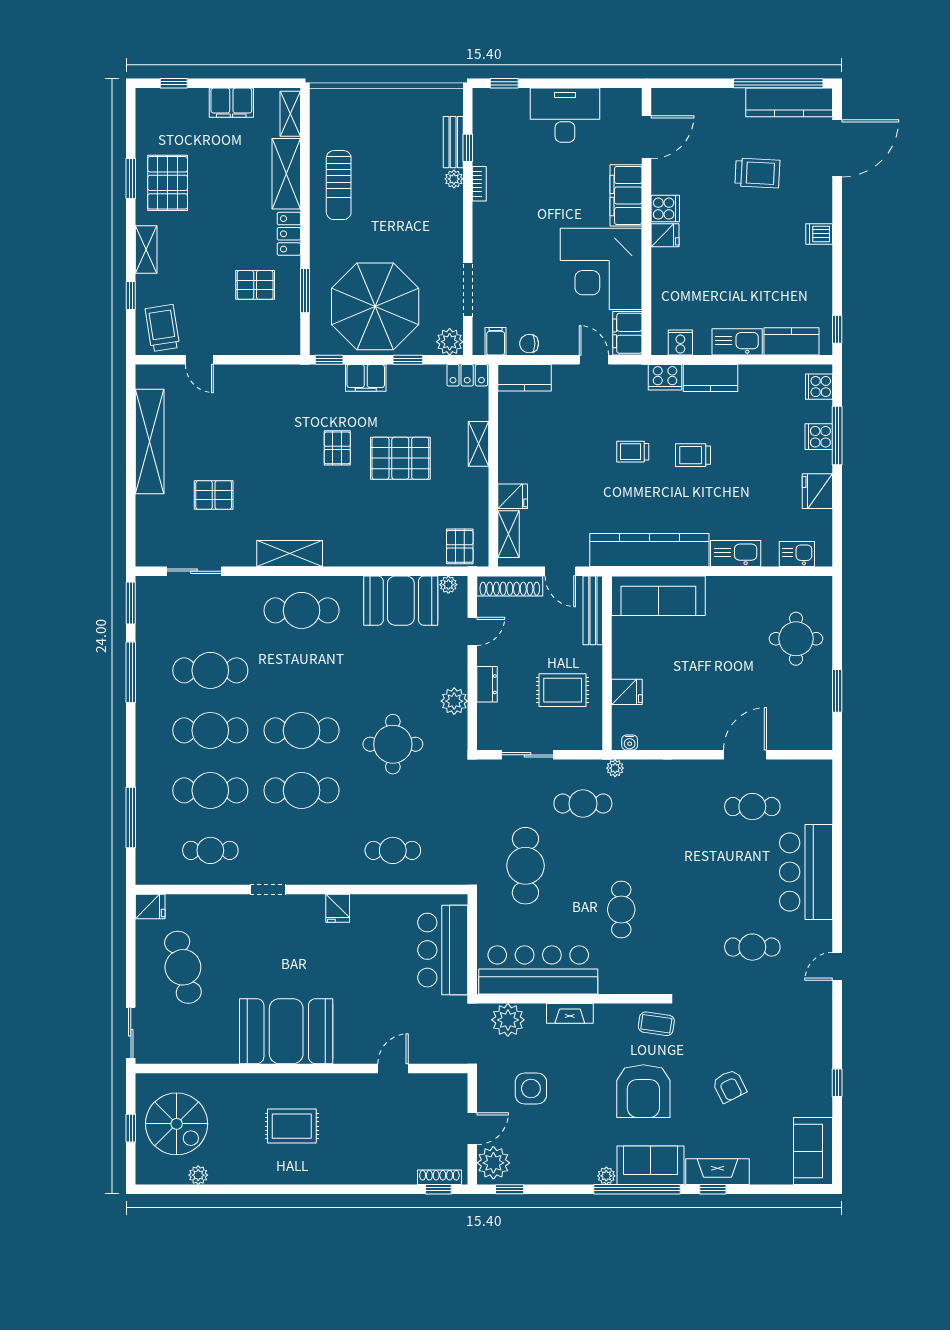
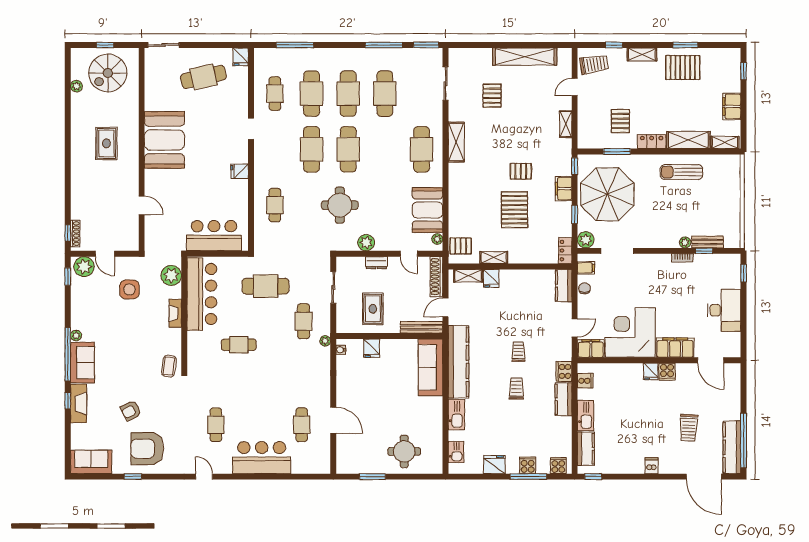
shelving: (260, 374) -> (566, 124), added
shelving: (478, 444) -> (494, 257), moved
armchair: (643, 1091) -> (147, 449), moved

